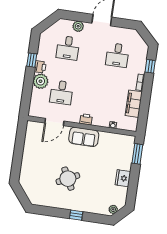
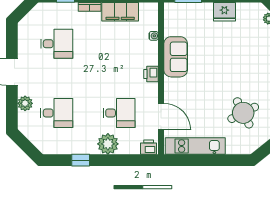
printer: (40, 67) -> (149, 147), moved
sofa: (84, 137) -> (176, 57), moved
kitchen unit: (30, 143) -> (195, 146), added
round table: (68, 179) -> (243, 113), moved

